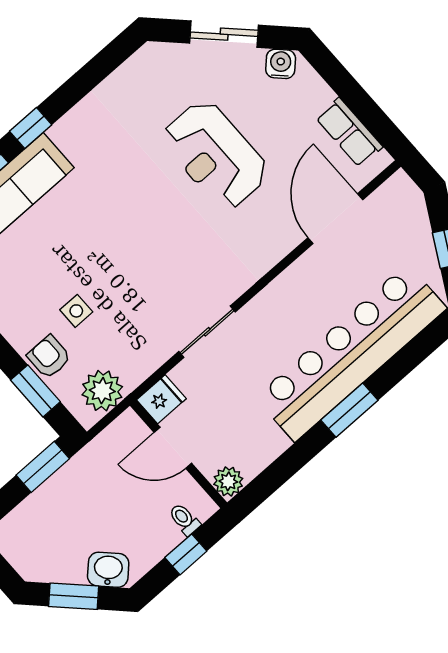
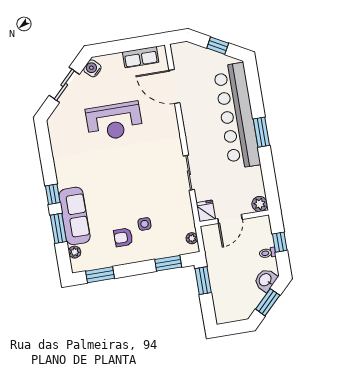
armchair: (49, 357) -> (123, 237), moved
plant: (102, 391) -> (192, 238), width x0.53, depth x0.53
toilet: (184, 519) -> (267, 253), moved

